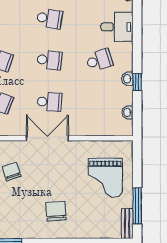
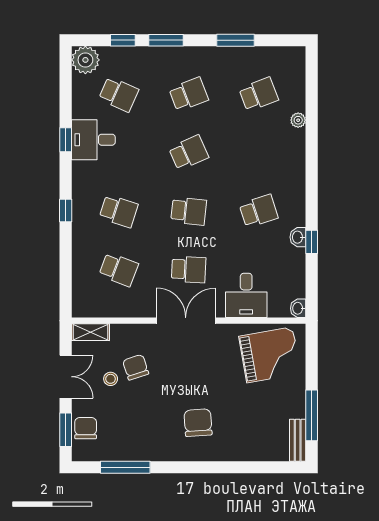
school desk: (49, 18) -> (189, 153), turned -33
desk: (117, 27) -> (246, 295), moved, turned 90
washbasin: (128, 112) -> (298, 308), moved
grand piano: (105, 178) -> (270, 355), moved, turned -100

